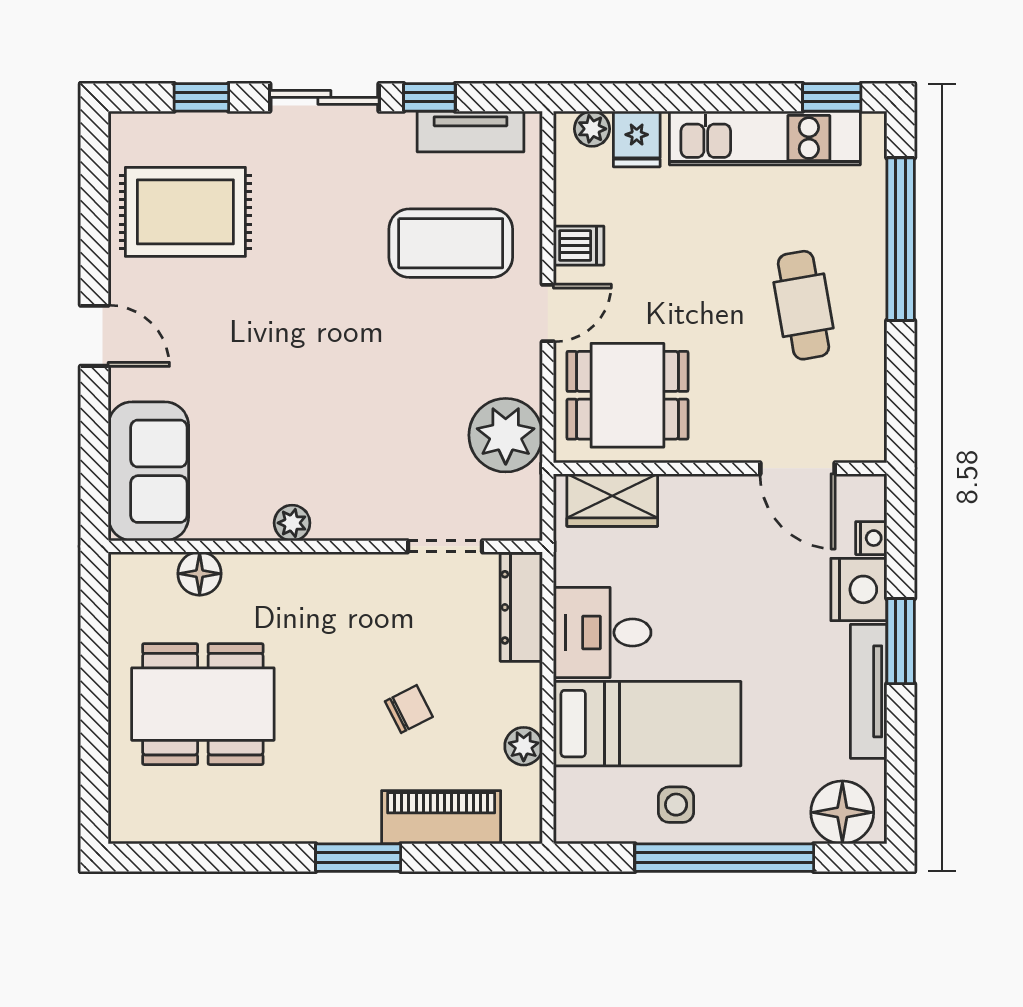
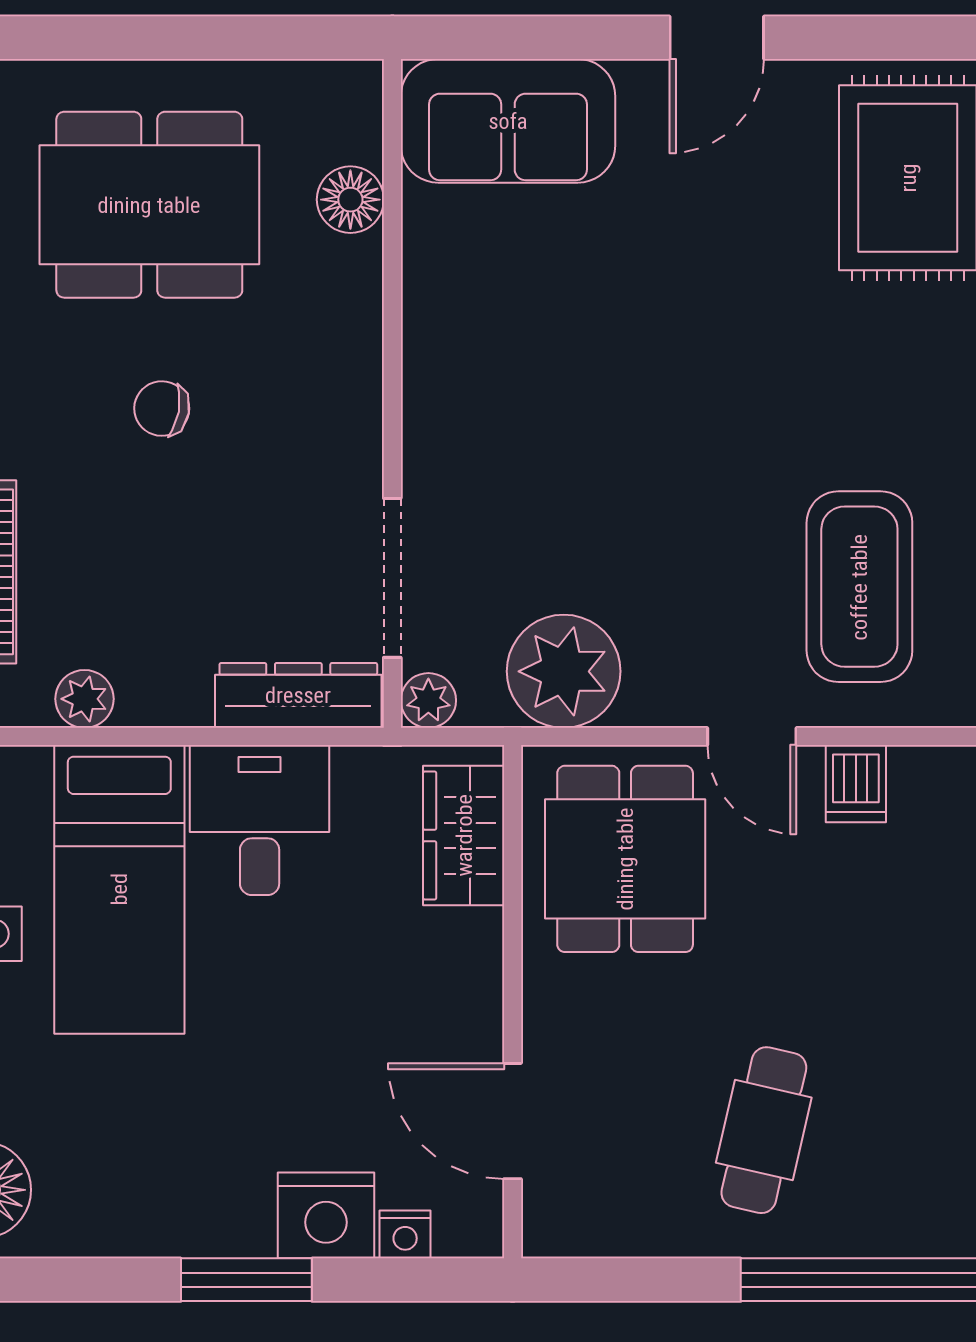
cafe table: (803, 305) -> (764, 1130), turned -67
door: (798, 468) -> (513, 1121), hinge flipped
plant: (292, 523) -> (428, 700), moved
doorway: (445, 546) -> (392, 578), width x1.38
tv unit: (869, 691) -> (169, 1230), removed
dining table: (203, 704) -> (149, 205), turned 90
chair: (409, 709) -> (162, 409), moved, turned 127

